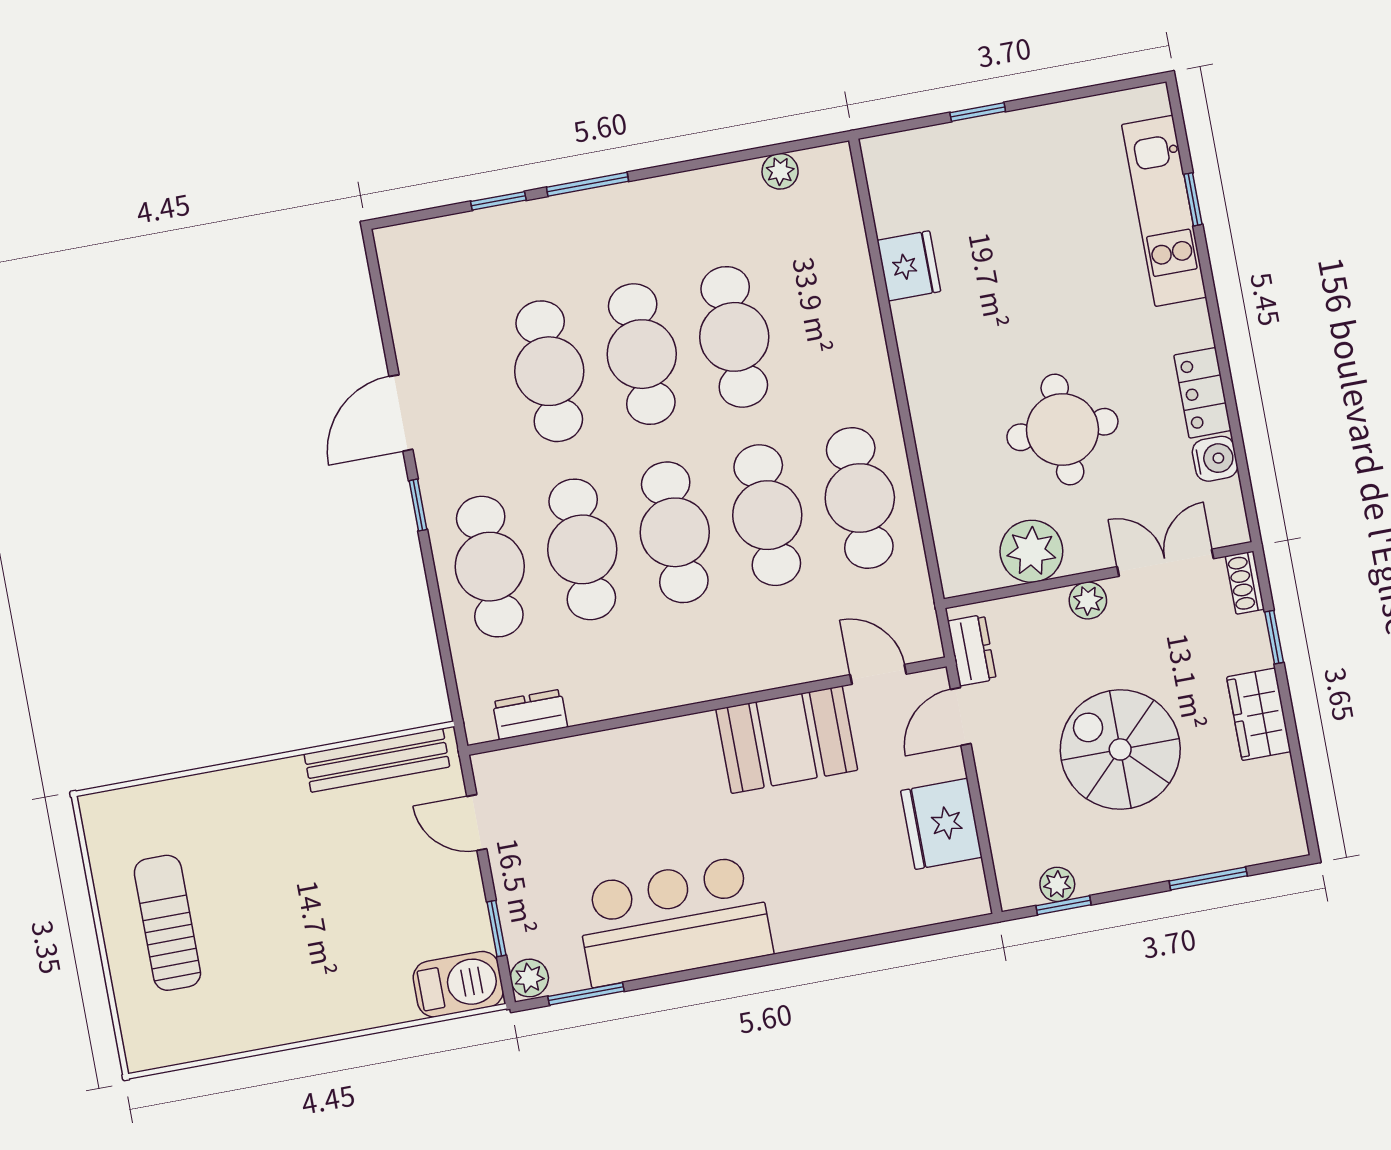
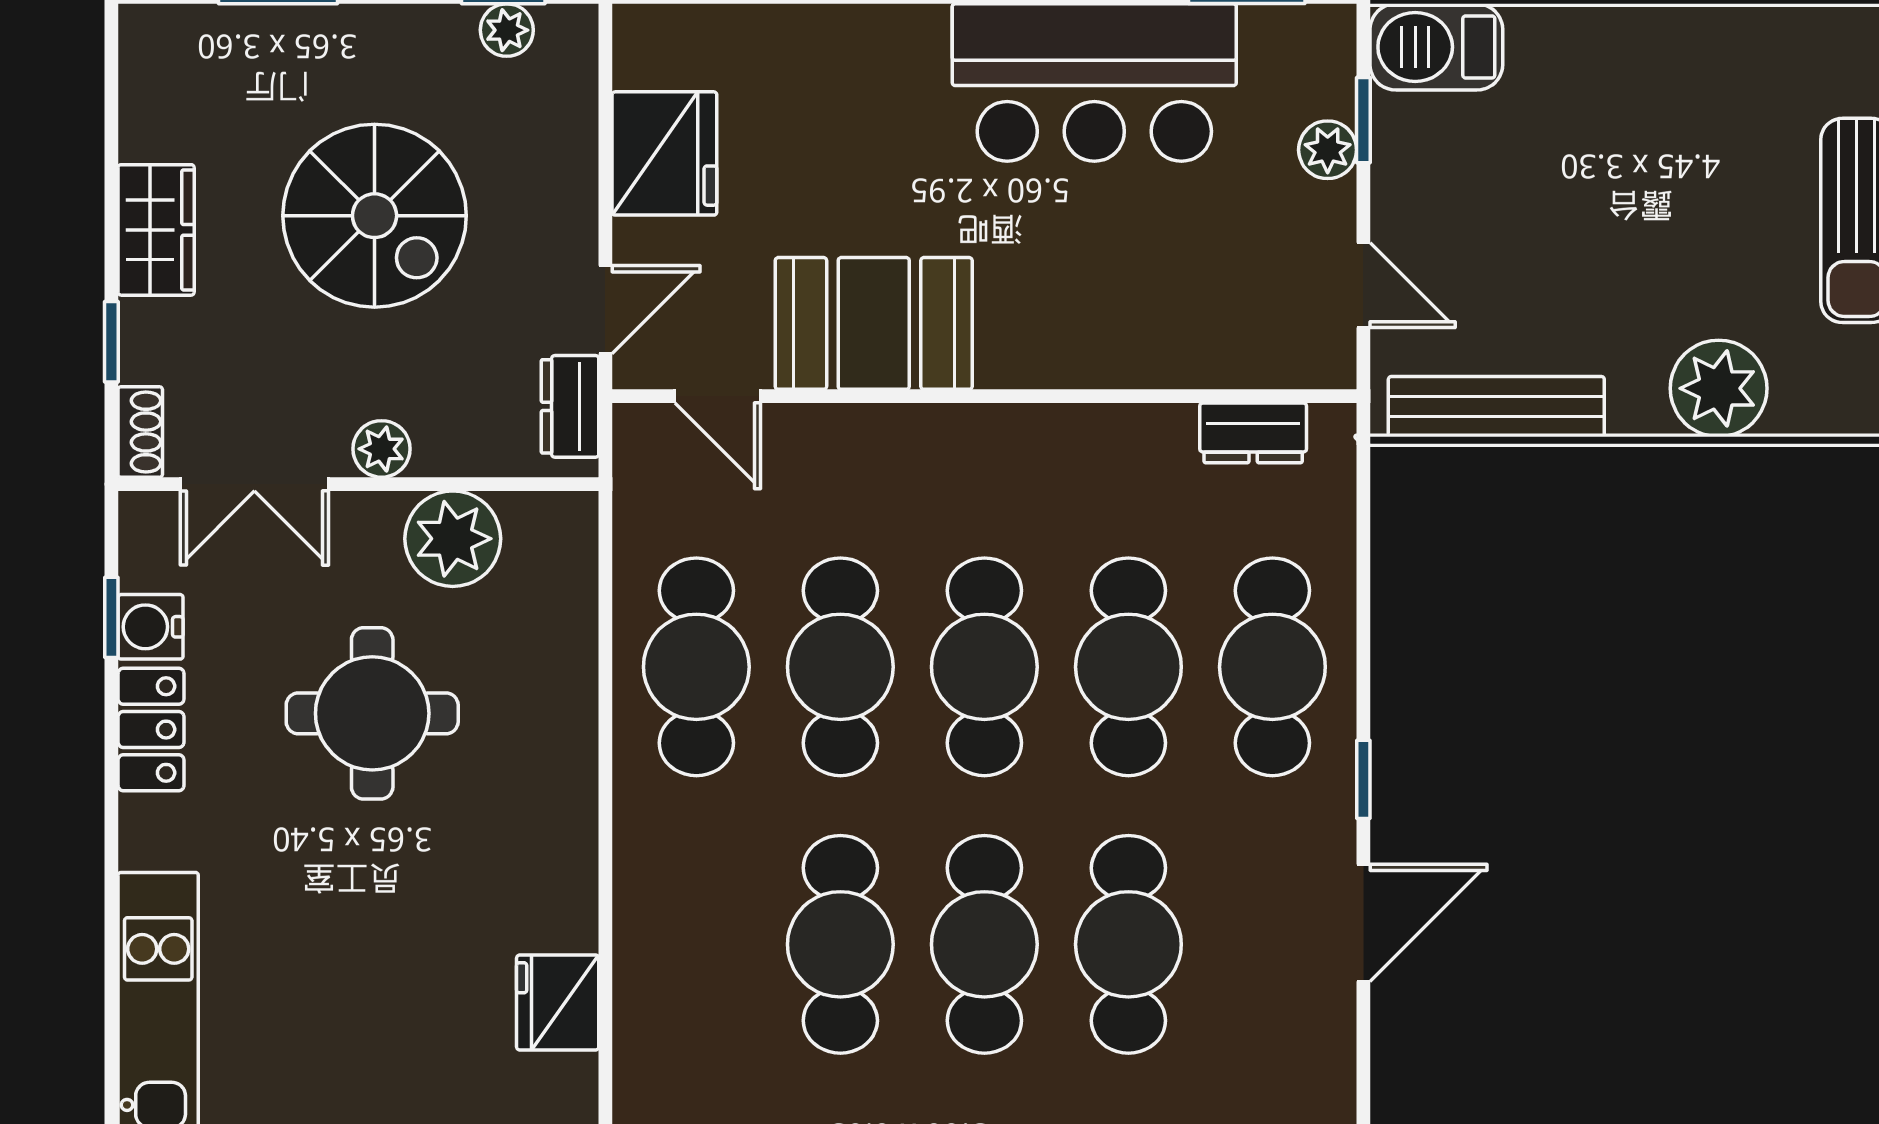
window: (1193, 199) -> (111, 617), moved
plant: (236, 798) -> (1719, 388), added
plant: (529, 978) -> (1328, 150), moved

